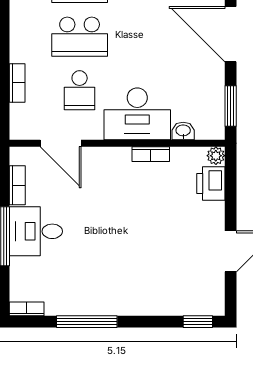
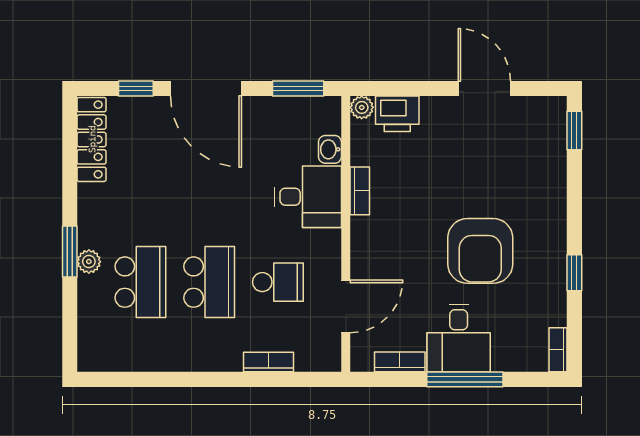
door: (231, 34) -> (206, 88), hinge flipped
desk: (137, 114) -> (308, 197), width x0.73
armchair: (104, 248) -> (480, 251), added
window: (87, 322) -> (574, 273), width x0.46

